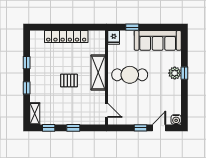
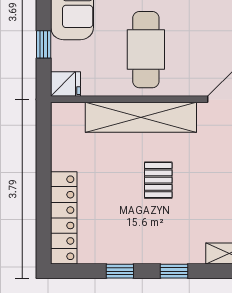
locker: (66, 37) -> (64, 218), moved
shelving: (98, 72) -> (141, 117), width x1.47

